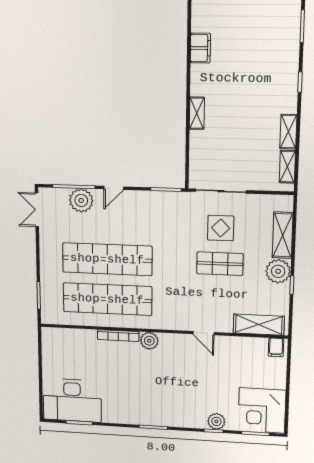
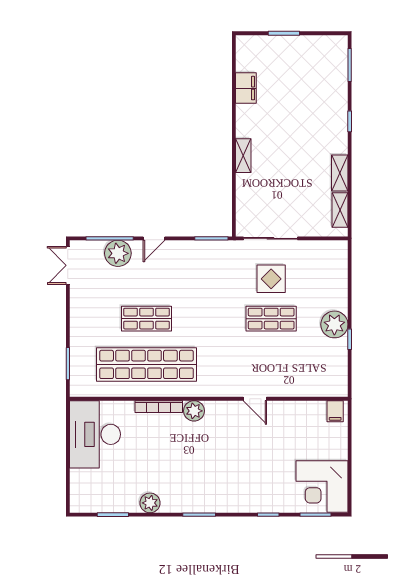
shelving: (283, 235) -> (338, 284), removed
shop shelf: (107, 259) -> (146, 319), width x0.50, depth x0.74
shelving: (259, 325) -> (315, 386), removed
desk: (72, 400) -> (95, 434), moved, turned 90
plant: (216, 421) -> (150, 503), moved

